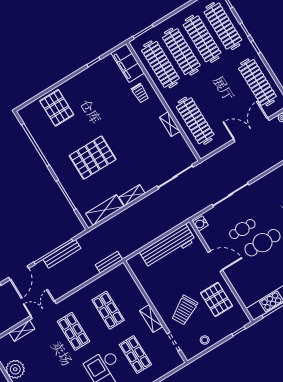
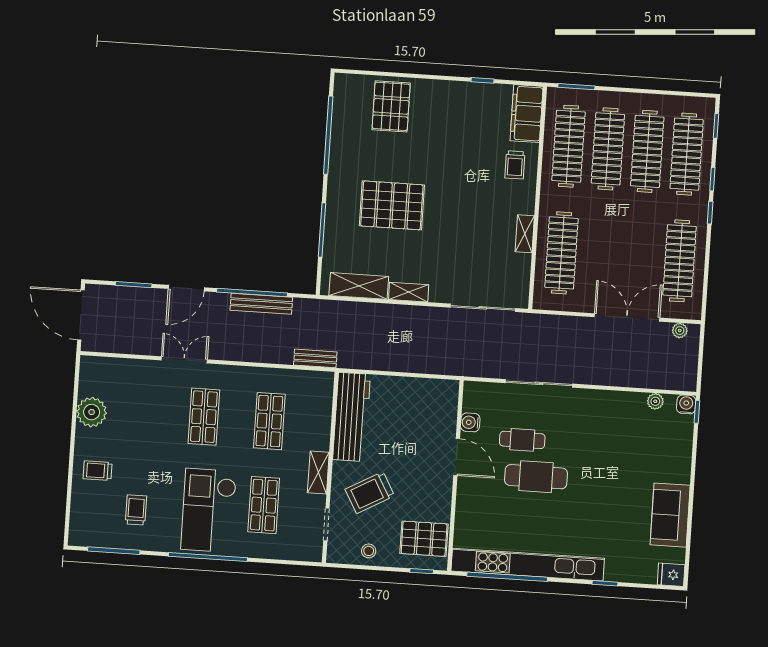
water cooler: (200, 224) -> (470, 422), moved
workbench: (168, 246) -> (352, 417), moved, turned -90
pallet: (217, 299) -> (424, 539), moved, turned 90
shelving: (22, 331) -> (136, 367), removed

